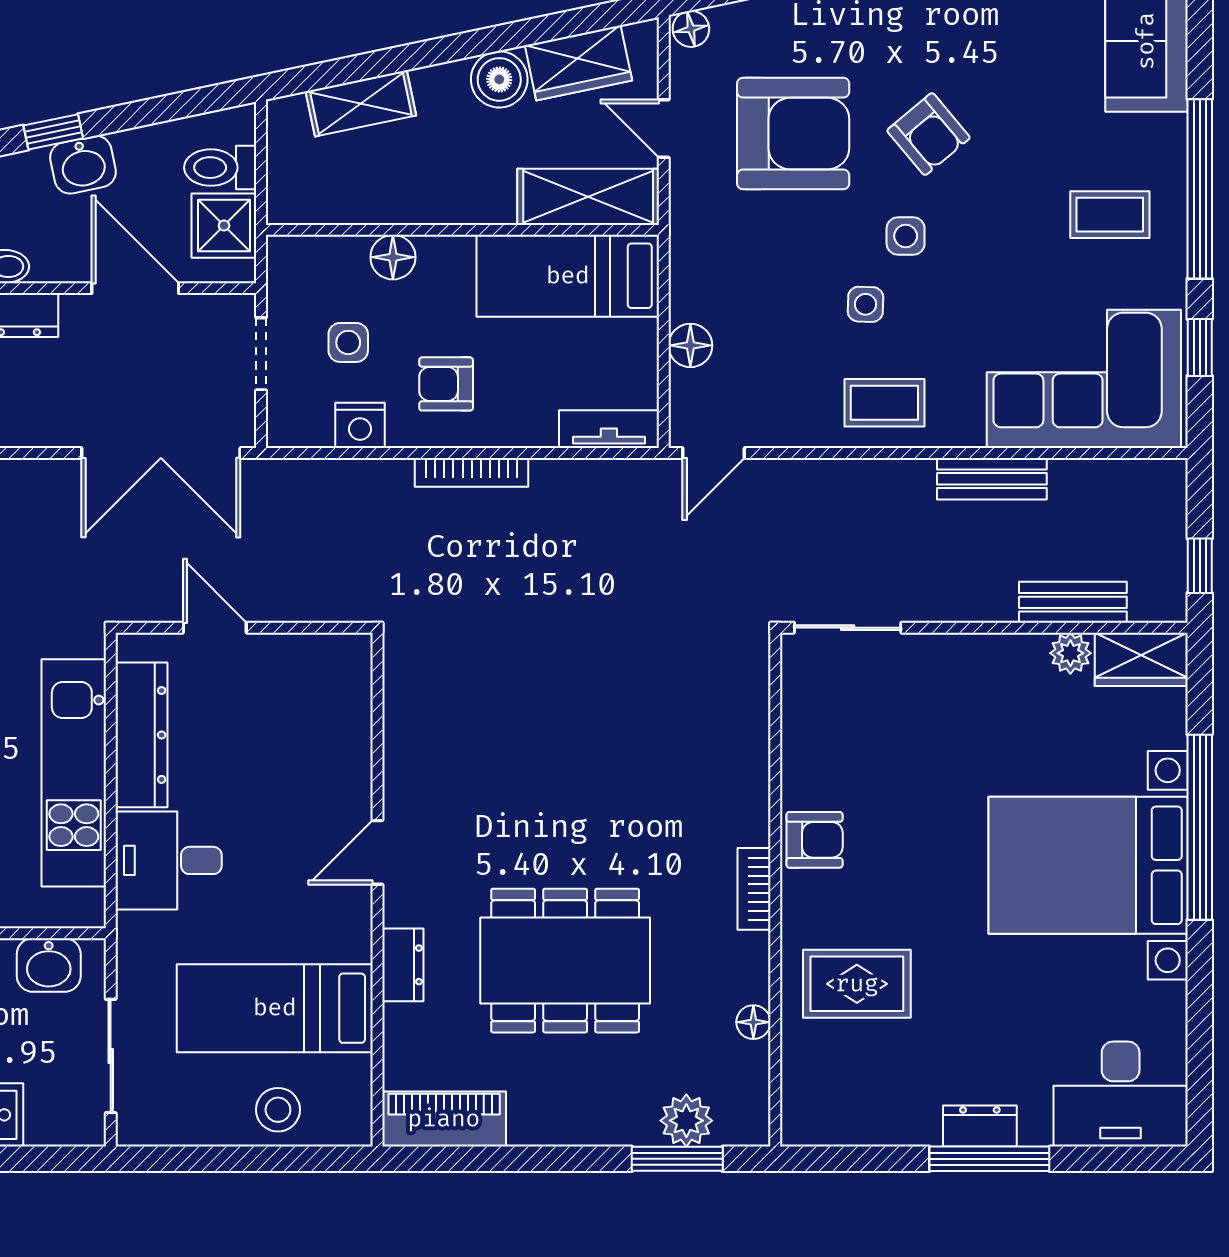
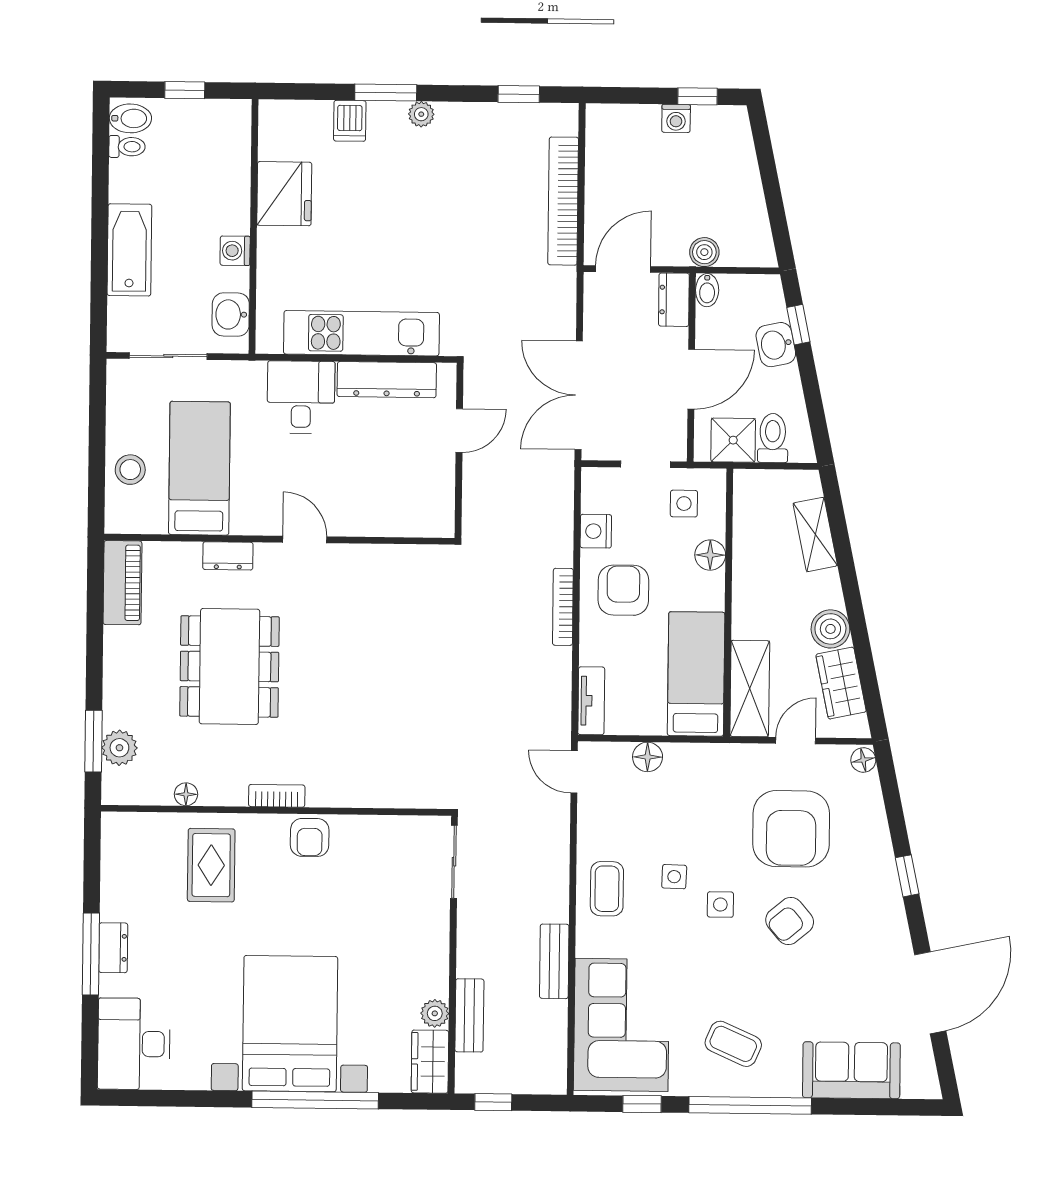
coffee table: (1110, 215) -> (733, 1044), turned -66
side table: (348, 342) -> (684, 504), moved
armchair: (446, 384) -> (623, 590), width x1.38, depth x1.38

